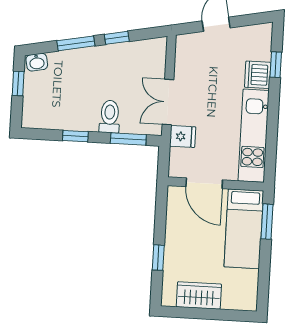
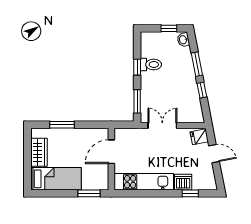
toilet: (110, 117) -> (151, 65), moved
fridge: (183, 136) -> (199, 137), moved, turned 79
bed: (244, 229) -> (56, 179), moved, turned 180
window: (158, 258) -> (62, 125), width x1.50

